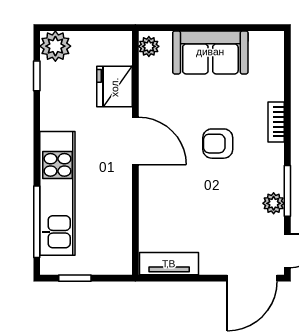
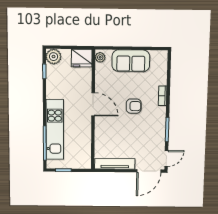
fridge: (115, 87) -> (82, 58), moved, turned -90
armchair: (218, 144) -> (134, 106), turned 180
plant: (274, 203) -> (160, 135), removed
tv unit: (169, 264) -> (115, 164), width x1.41

